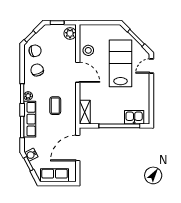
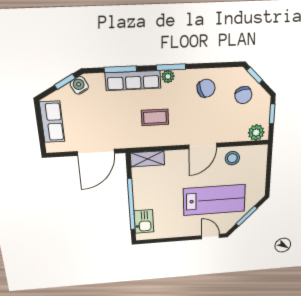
chair: (35, 51) -> (243, 95), moved
door: (78, 148) -> (96, 152), swing flipped

